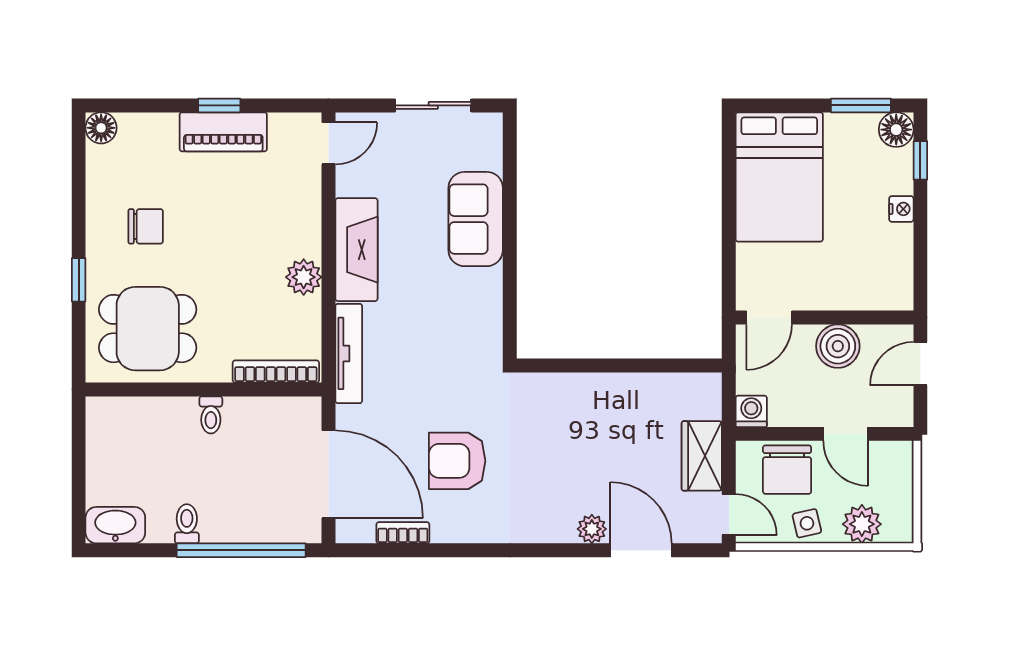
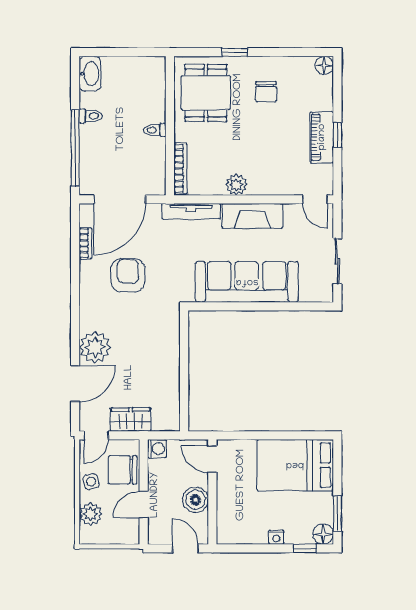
sofa: (476, 219) -> (247, 282), width x1.85, depth x1.27
plant: (592, 529) -> (95, 347), width x1.87, depth x1.87

